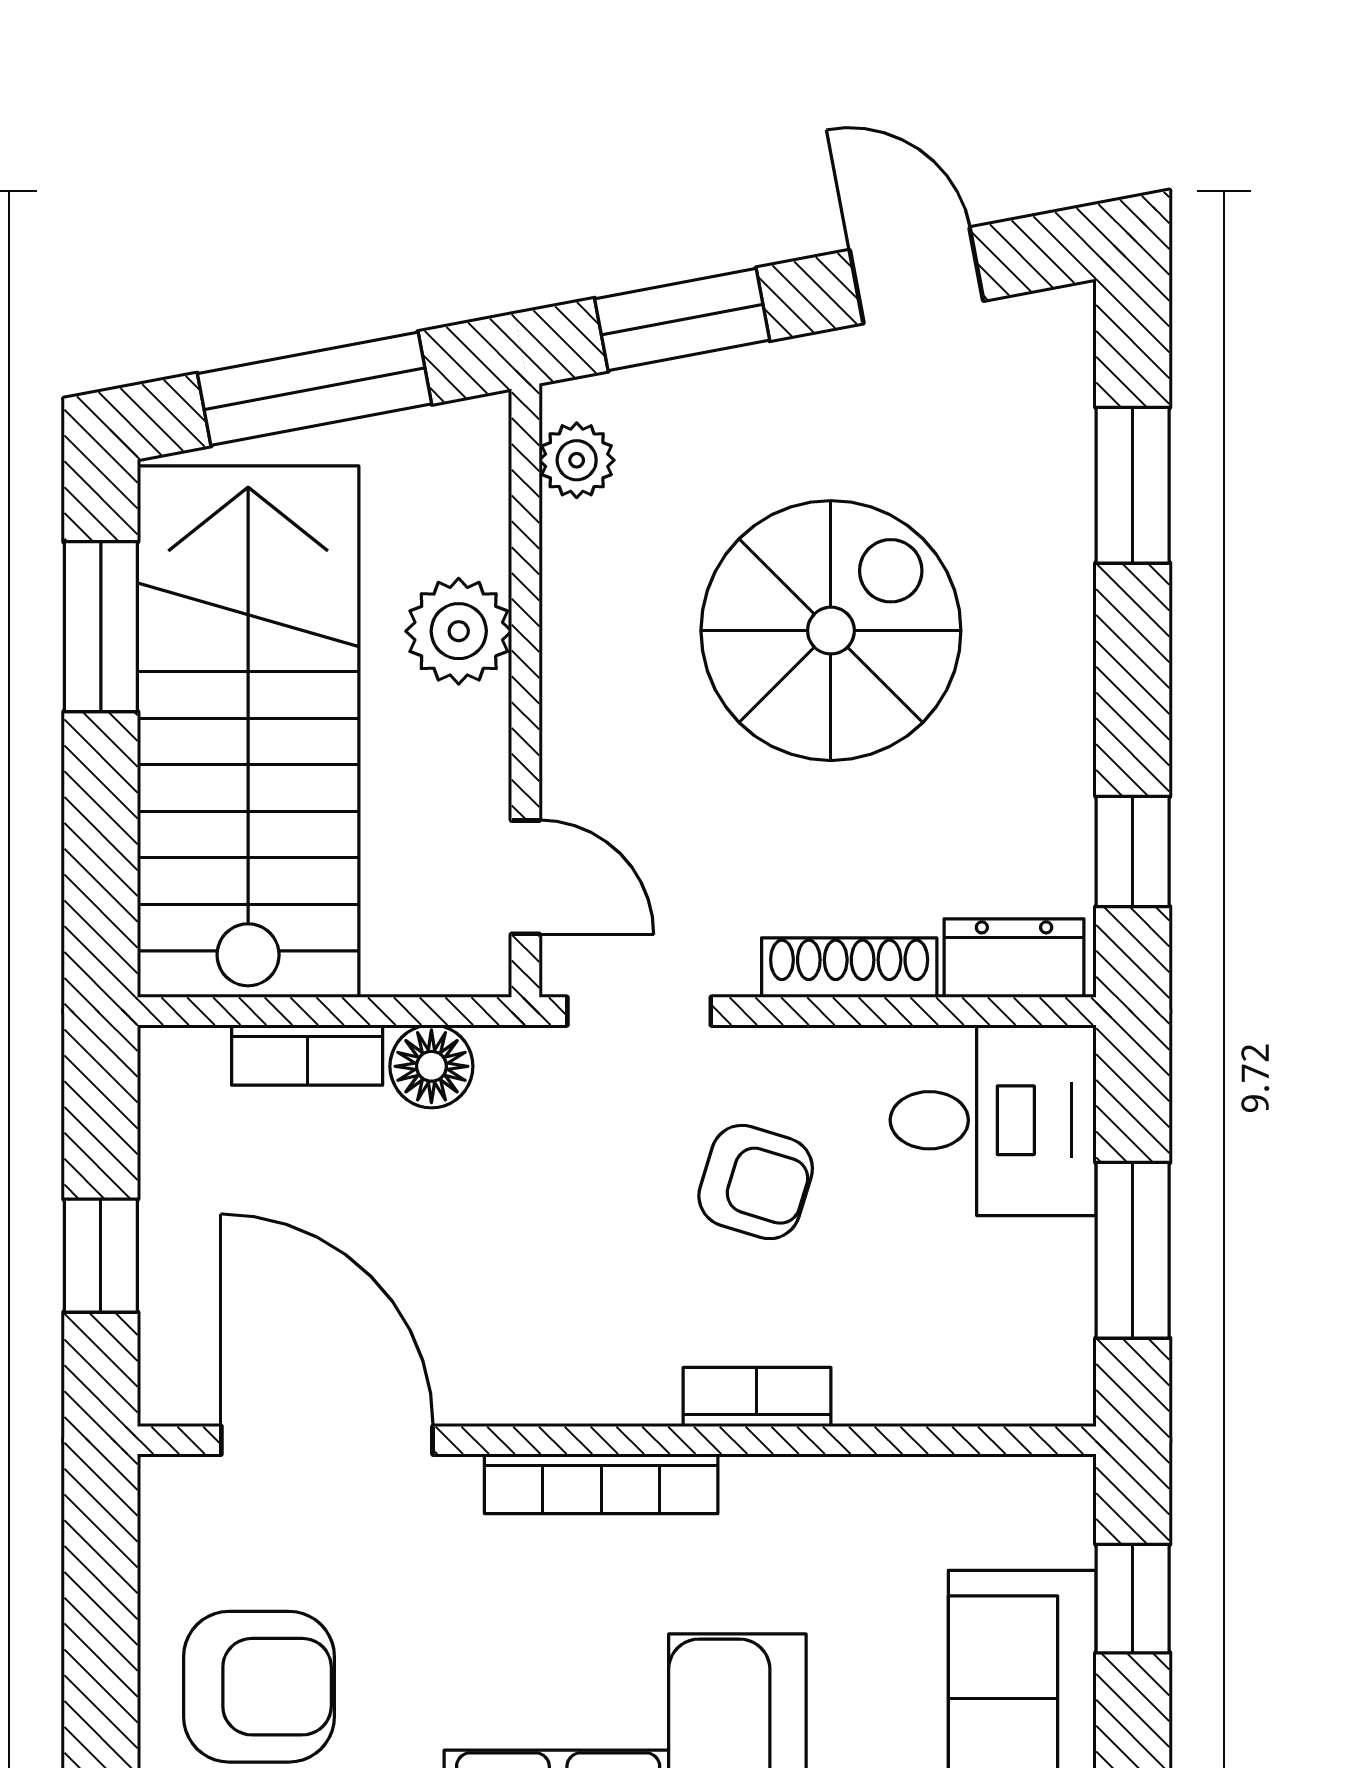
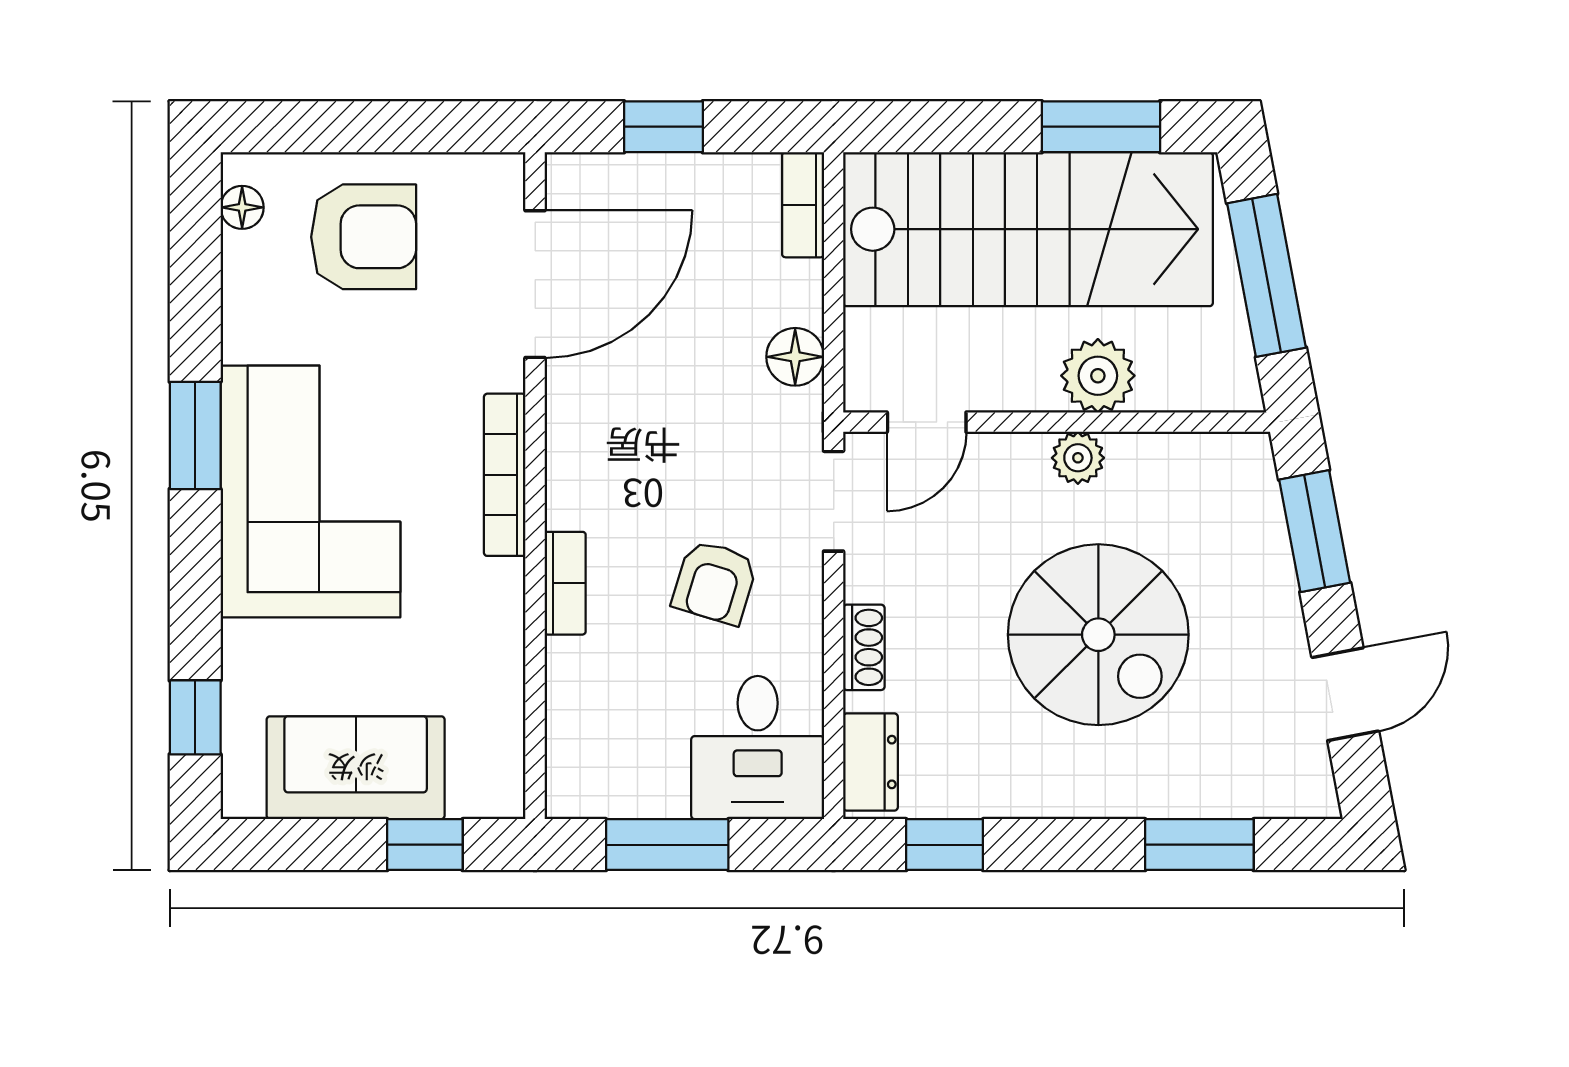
plant: (577, 460) -> (1078, 458), moved
shoe rack: (849, 968) -> (864, 647), width x0.70
bookcase: (307, 1055) -> (803, 205), moved
armchair: (259, 1687) -> (364, 237), turned -90

